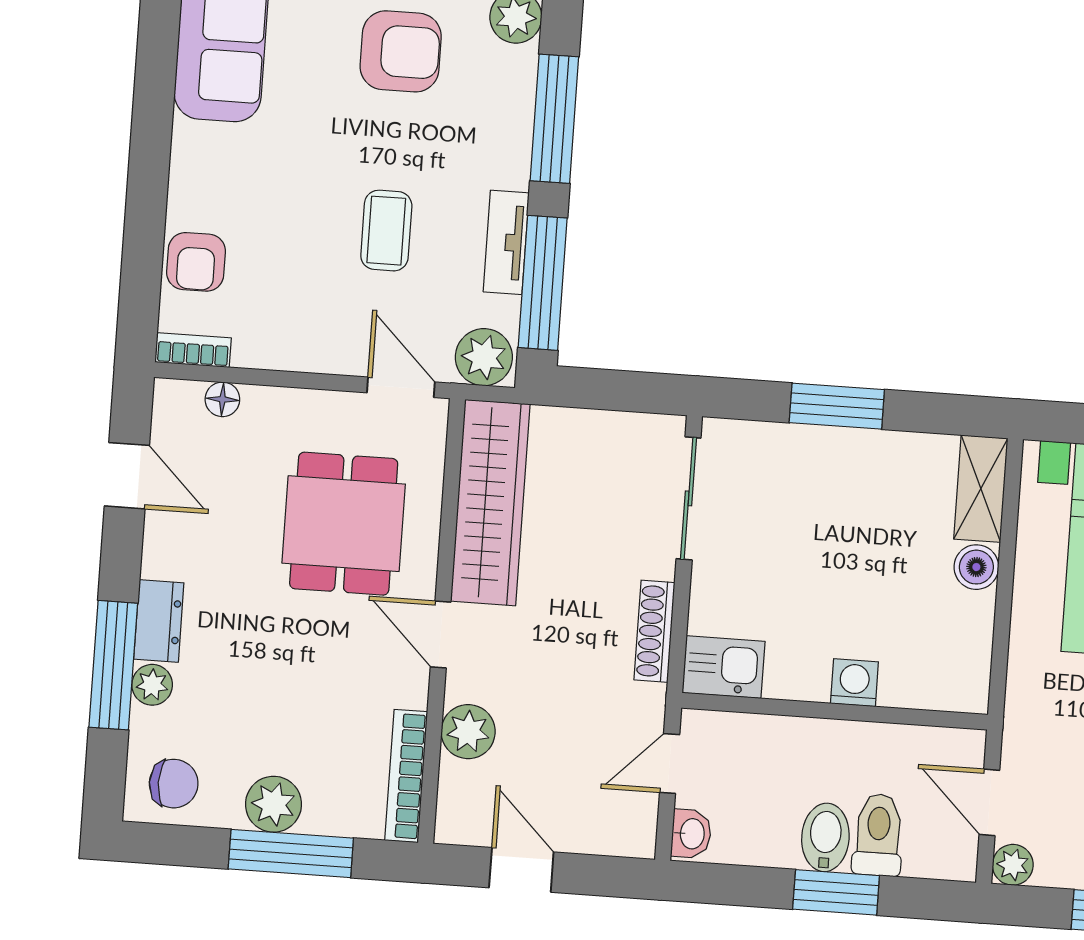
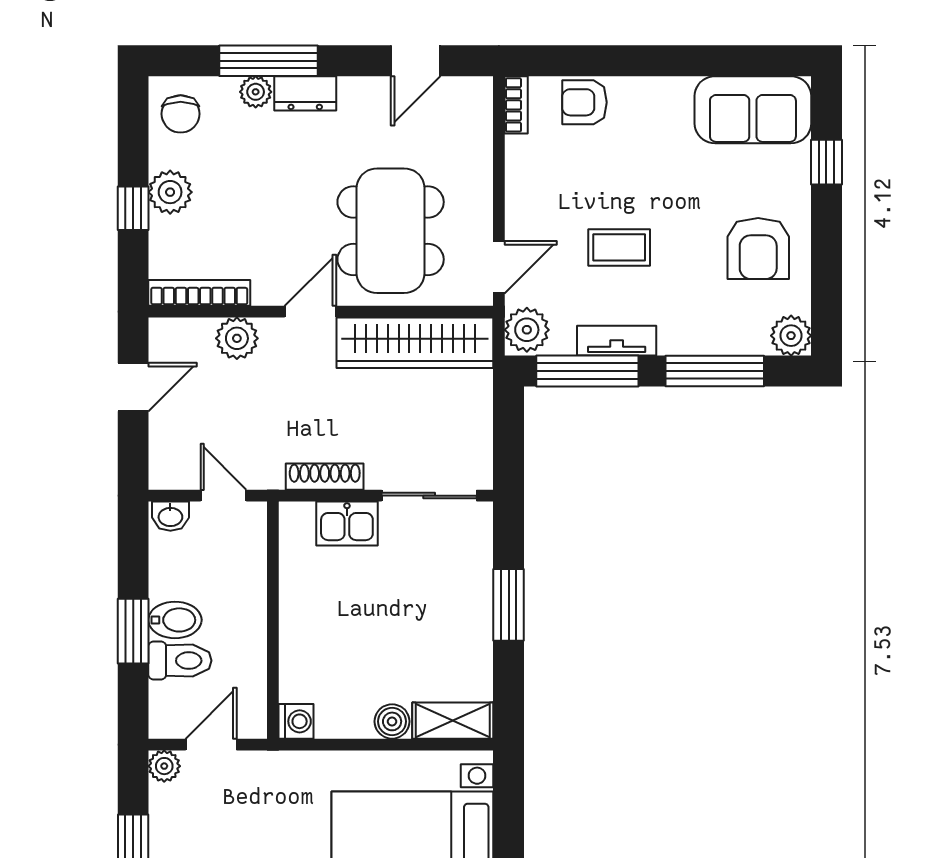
floor lamp: (222, 399) -> (480, 130), removed
dining table: (344, 524) -> (391, 231), width x1.37
kitchen sink: (724, 667) -> (347, 523), moved, turned 90
washing machine: (854, 683) -> (296, 721), moved
window: (291, 853) -> (133, 208), width x0.46

